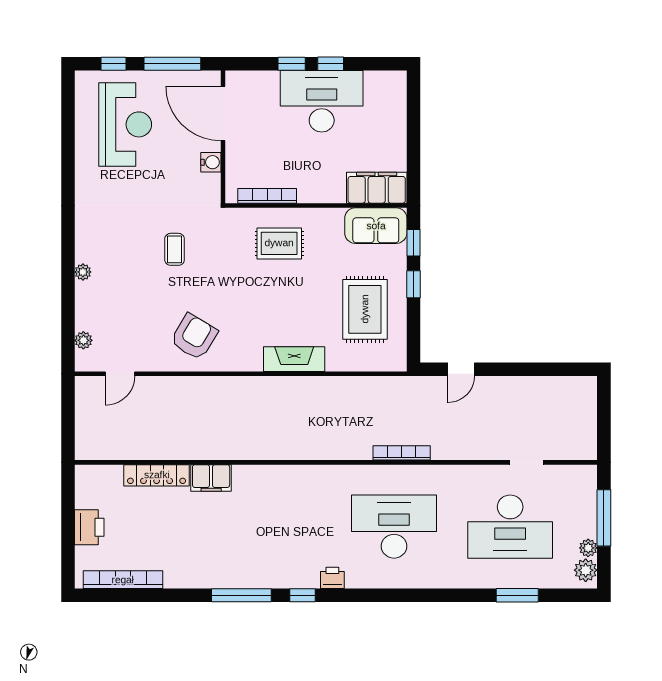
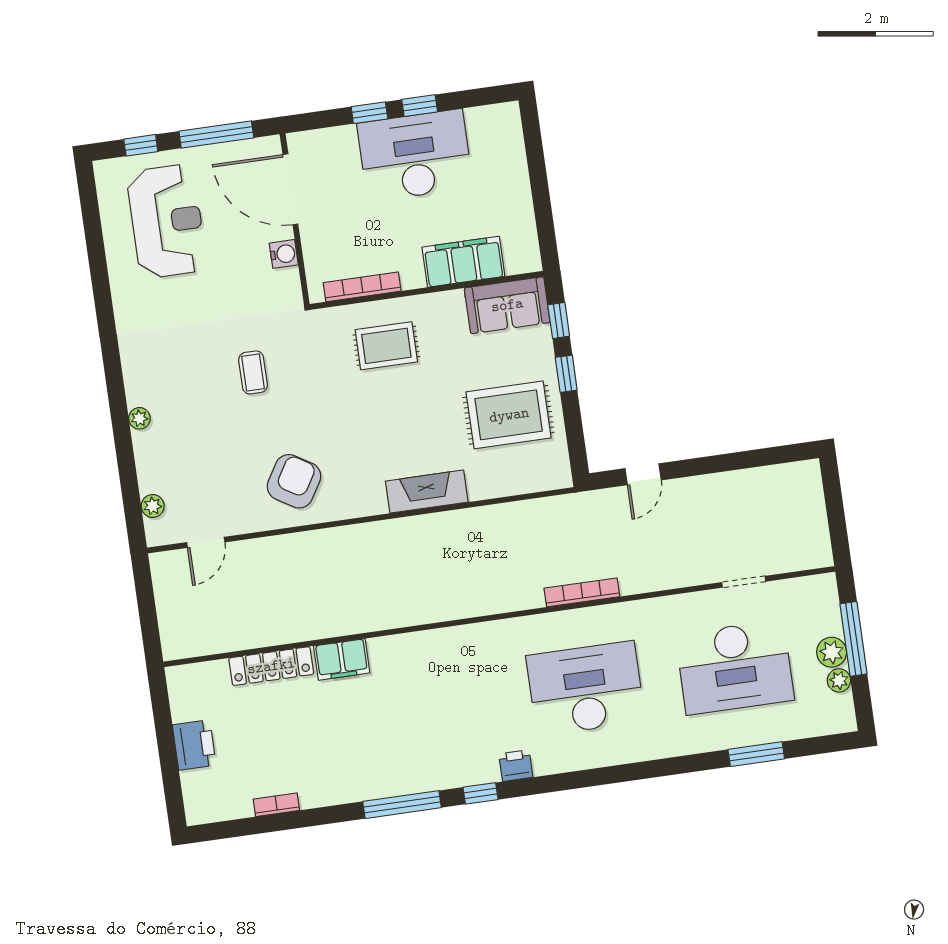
filing cabinet: (377, 188) -> (463, 262), moved
rug: (365, 309) -> (509, 415), turned 90
plant: (586, 570) -> (832, 652), moved
bookcase: (123, 580) -> (276, 805), width x0.43, depth x0.76

